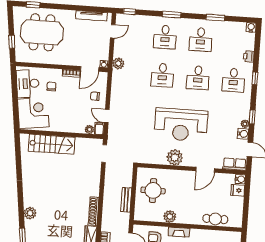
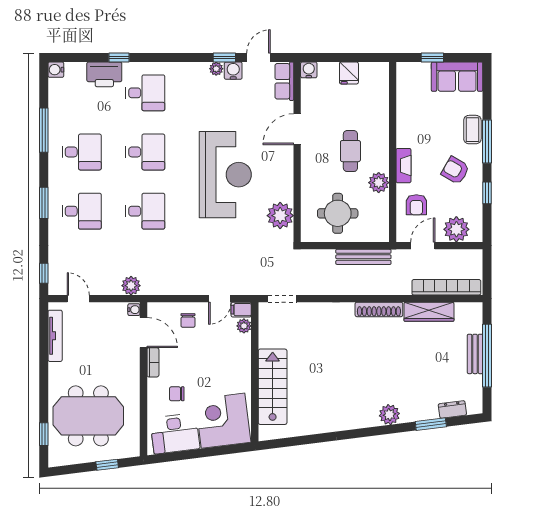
window: (215, 18) -> (44, 130), width x1.44
meeting table: (42, 32) -> (88, 416), turned 90
printer: (249, 56) -> (104, 74), width x1.87, depth x1.48
window: (255, 78) -> (119, 57), moved
window: (252, 117) -> (224, 57), moved
plant: (175, 157) -> (280, 216), moved
door: (205, 170) -> (297, 129), swing flipped
fridge: (238, 190) -> (349, 73), moved
bench: (126, 200) -> (363, 257), width x1.36
cafe table: (215, 219) -> (350, 151), moved

